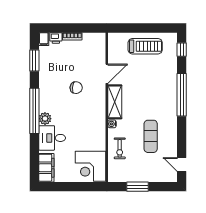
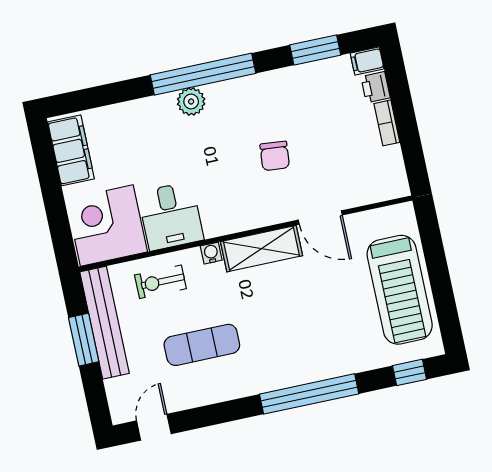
treadmill: (145, 46) -> (400, 290), width x1.37, depth x1.38
desk: (52, 138) -> (171, 216), moved, turned 180
filing cabinet: (46, 168) -> (71, 150), moved, turned -90
bench: (132, 176) -> (105, 323), added

